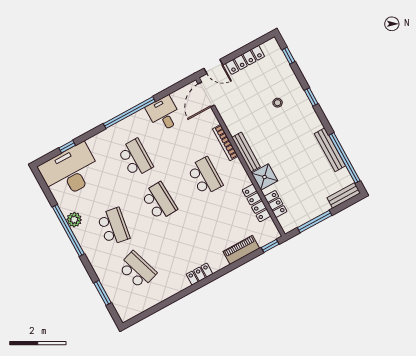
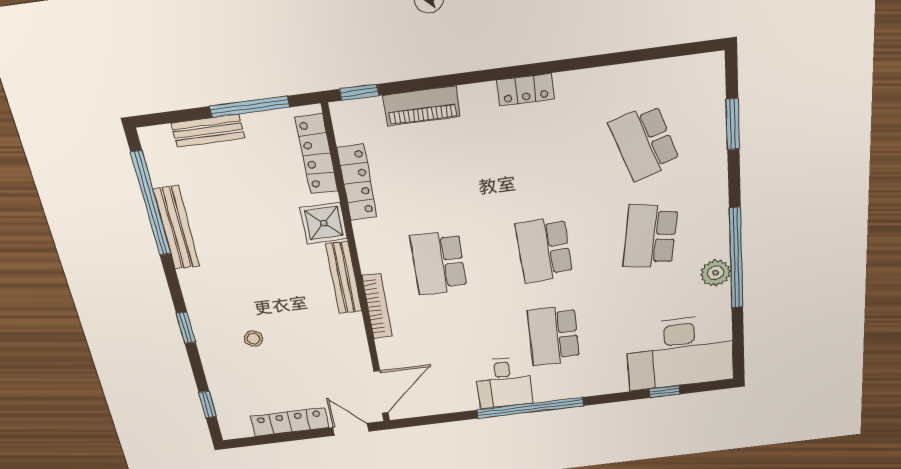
desk: (164, 114) -> (504, 383), moved
bench: (344, 195) -> (208, 131), moved
locker: (276, 204) -> (317, 154), width x1.53

